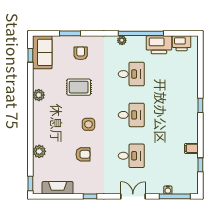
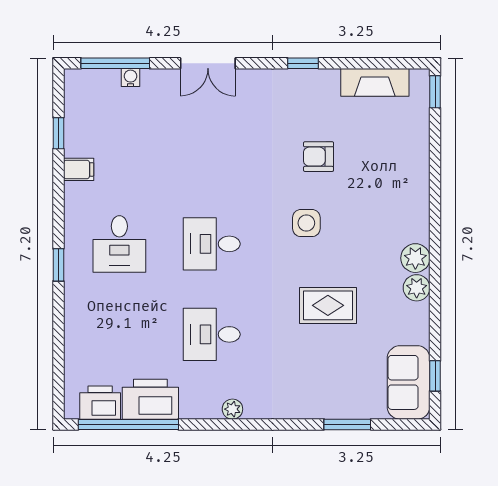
window: (141, 33) -> (128, 424), moved
armchair: (81, 53) -> (324, 380), removed
plant: (39, 151) -> (415, 258), moved
desk: (131, 156) -> (119, 244), moved, turned -90

